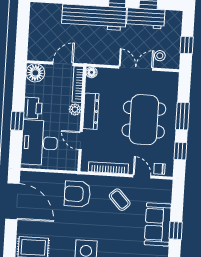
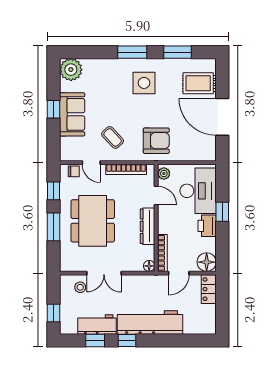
window: (187, 45) -> (53, 313), moved
locker: (35, 46) -> (209, 289), added
plant: (75, 109) -> (164, 173), moved
door: (13, 201) -> (222, 117), moved

